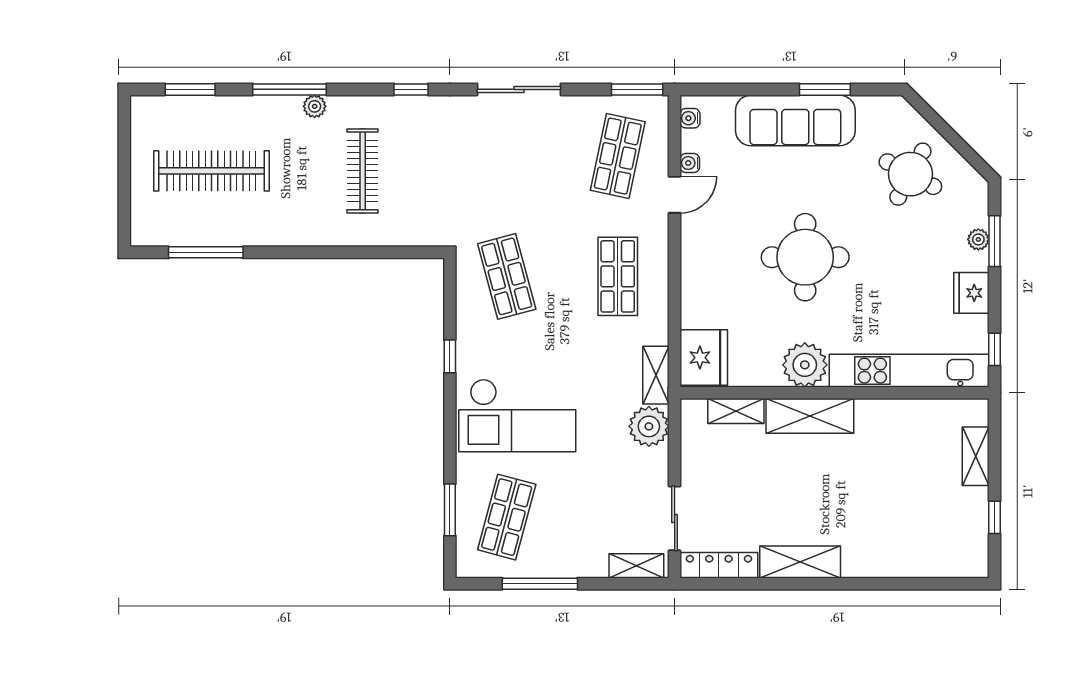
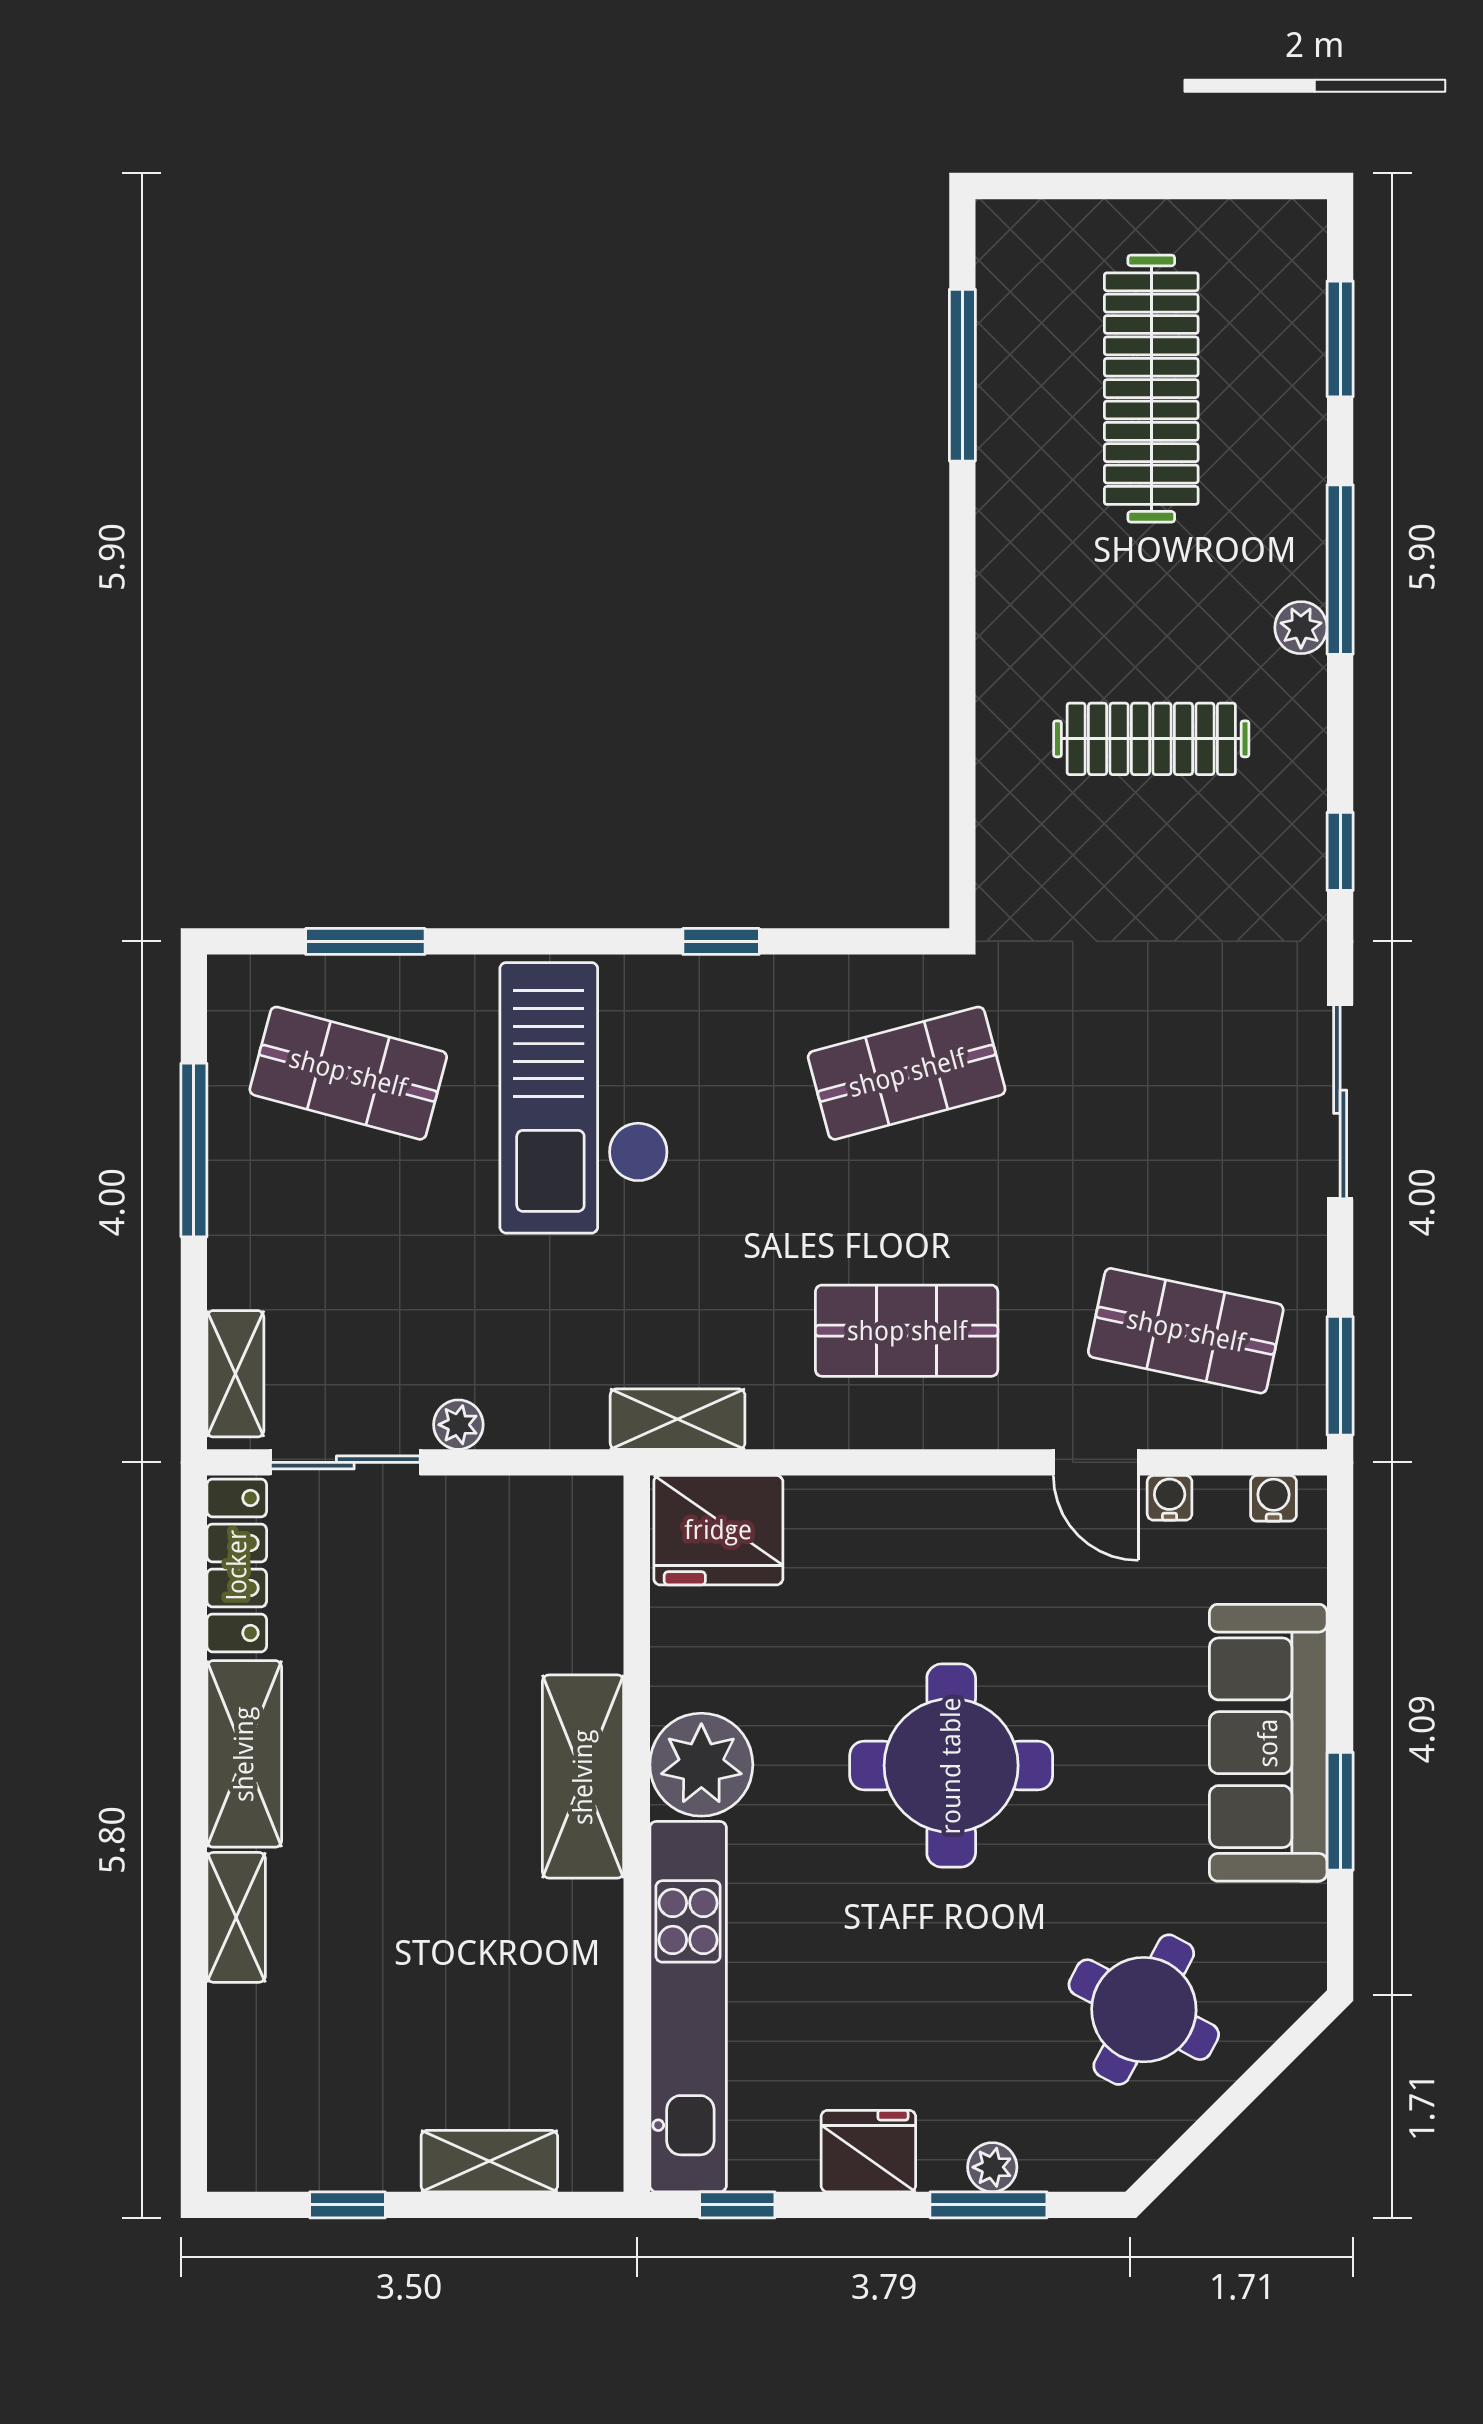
shelving: (736, 411) -> (236, 1917), moved
plant: (649, 426) -> (458, 1425), moved, width x0.53, depth x0.53

